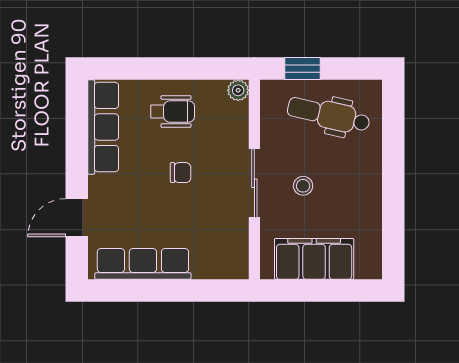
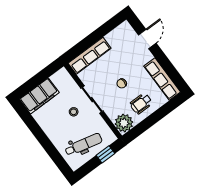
plant: (238, 90) -> (124, 123), width x1.87, depth x1.87
filing cabinet: (314, 259) -> (39, 96), moved
row of seats: (143, 264) -> (90, 56), moved

